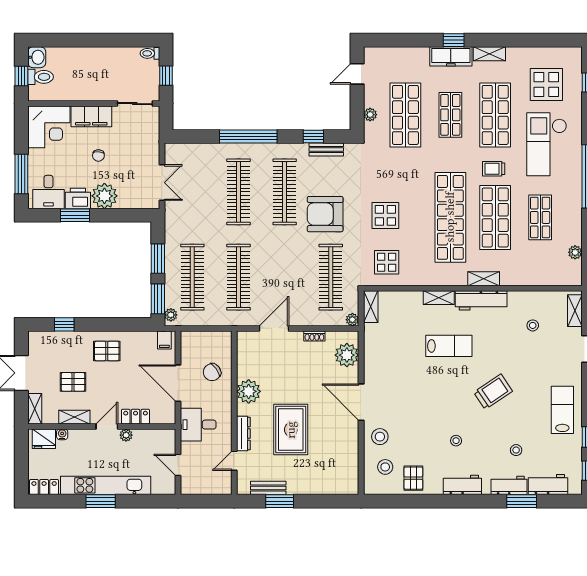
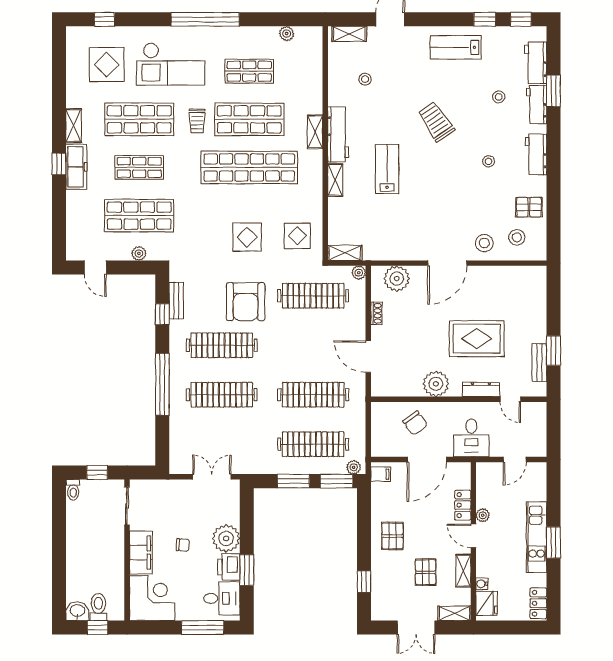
kitchen unit: (106, 485) -> (537, 537), width x0.73

